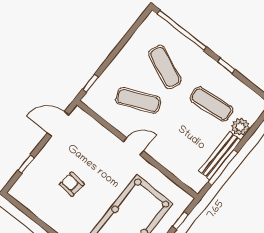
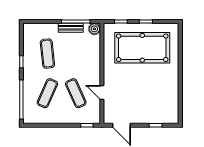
plant: (241, 127) -> (94, 29), moved
door: (133, 146) -> (102, 93), moved
bench: (220, 156) -> (71, 28), width x0.73
armchair: (72, 184) -> (147, 93), removed

